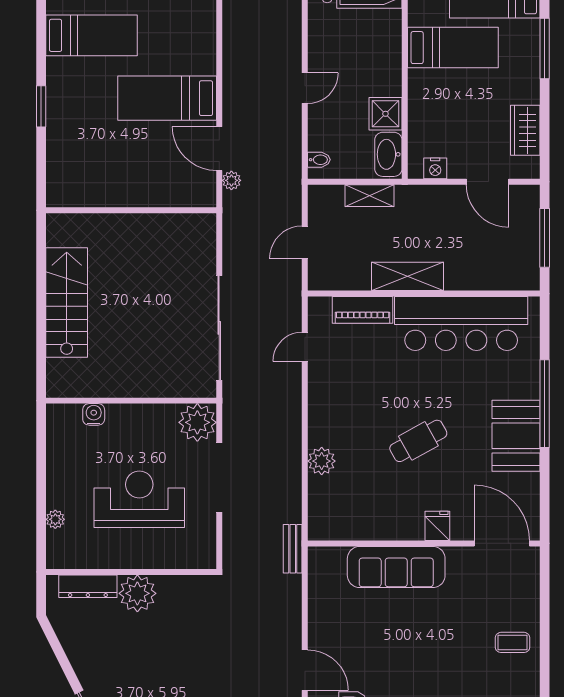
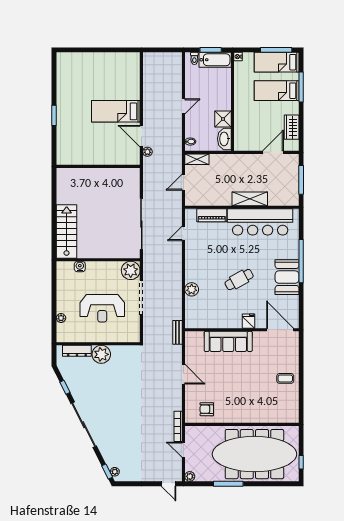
bed: (91, 35) -> (79, 81), removed
bed: (453, 48) -> (277, 91), moved, turned 180
nightstand: (435, 168) -> (247, 146), removed
door: (487, 182) -> (273, 152), swing flipped
shelving: (370, 196) -> (197, 159), moved
shelving: (407, 276) -> (250, 199), moved
stairs: (67, 303) -> (67, 231), moved
reception desk: (139, 499) -> (102, 308), turned 180
window: (63, 660) -> (65, 387), added
door: (305, 670) -> (183, 374), moved

